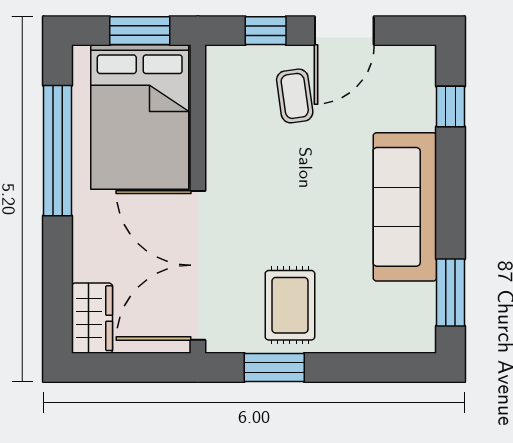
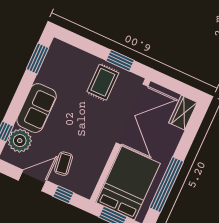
plant: (409, 102) -> (20, 141), added
sofa: (405, 207) -> (37, 108), width x0.73

